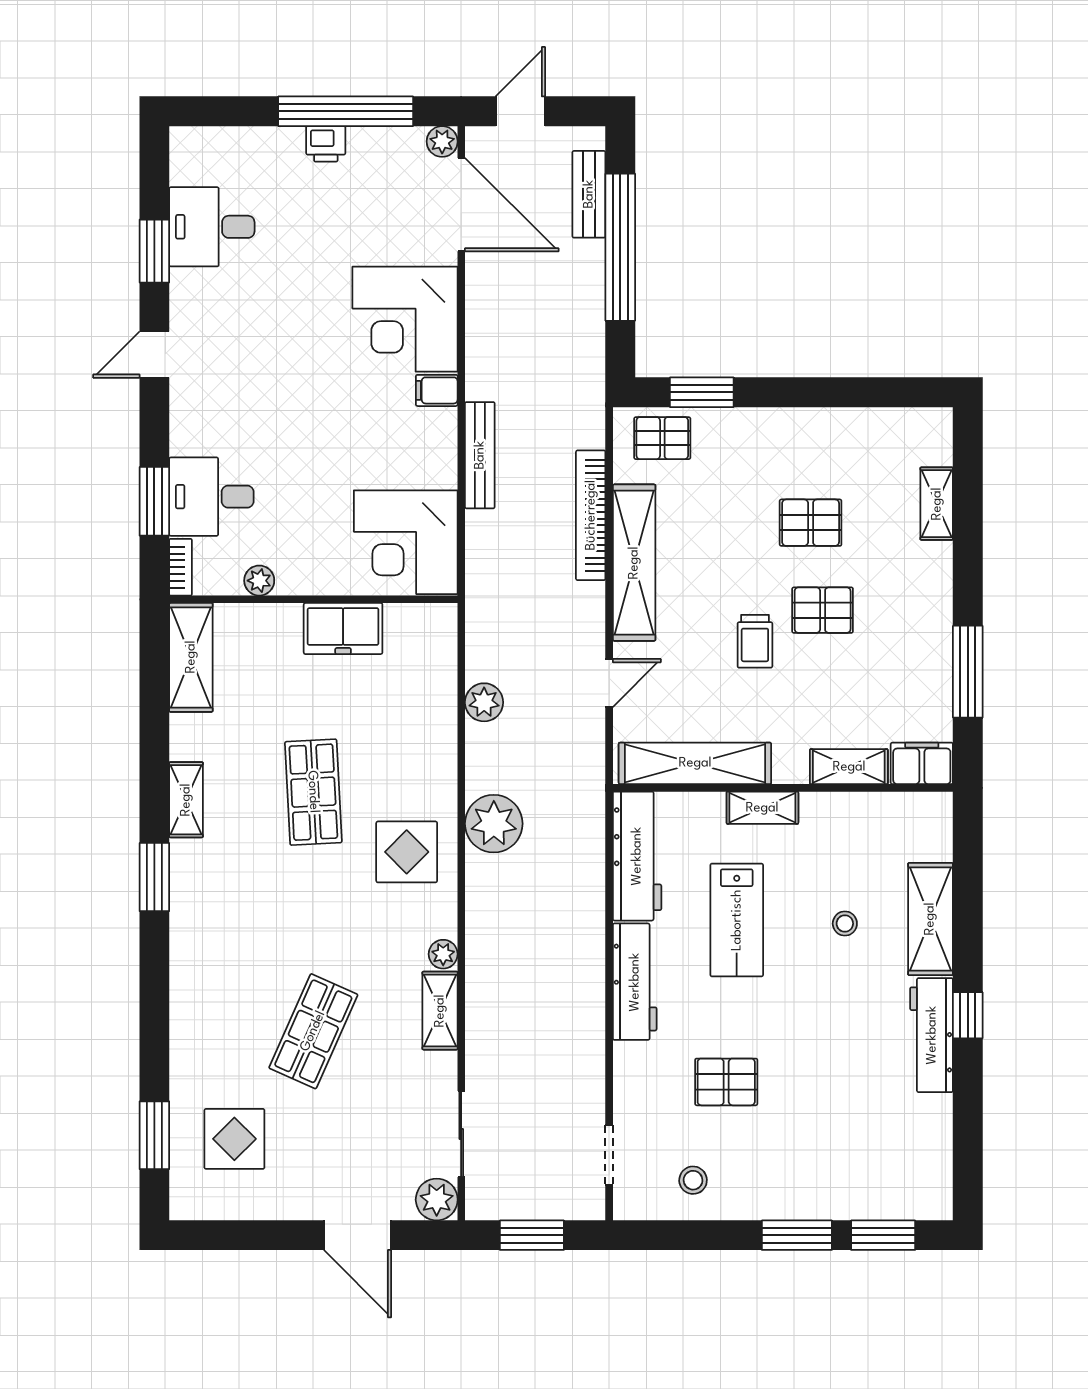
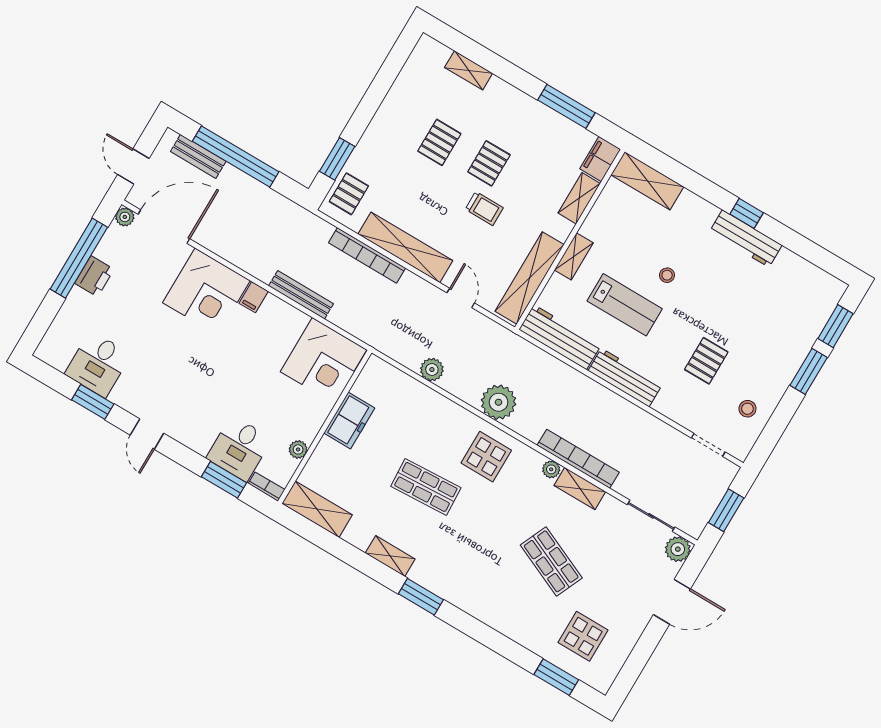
printer: (326, 144) -> (94, 276), width x1.36, depth x1.24
shelving: (930, 919) -> (647, 181), moved
stool: (845, 924) -> (667, 275), moved
bookcase: (481, 983) -> (578, 459), added

